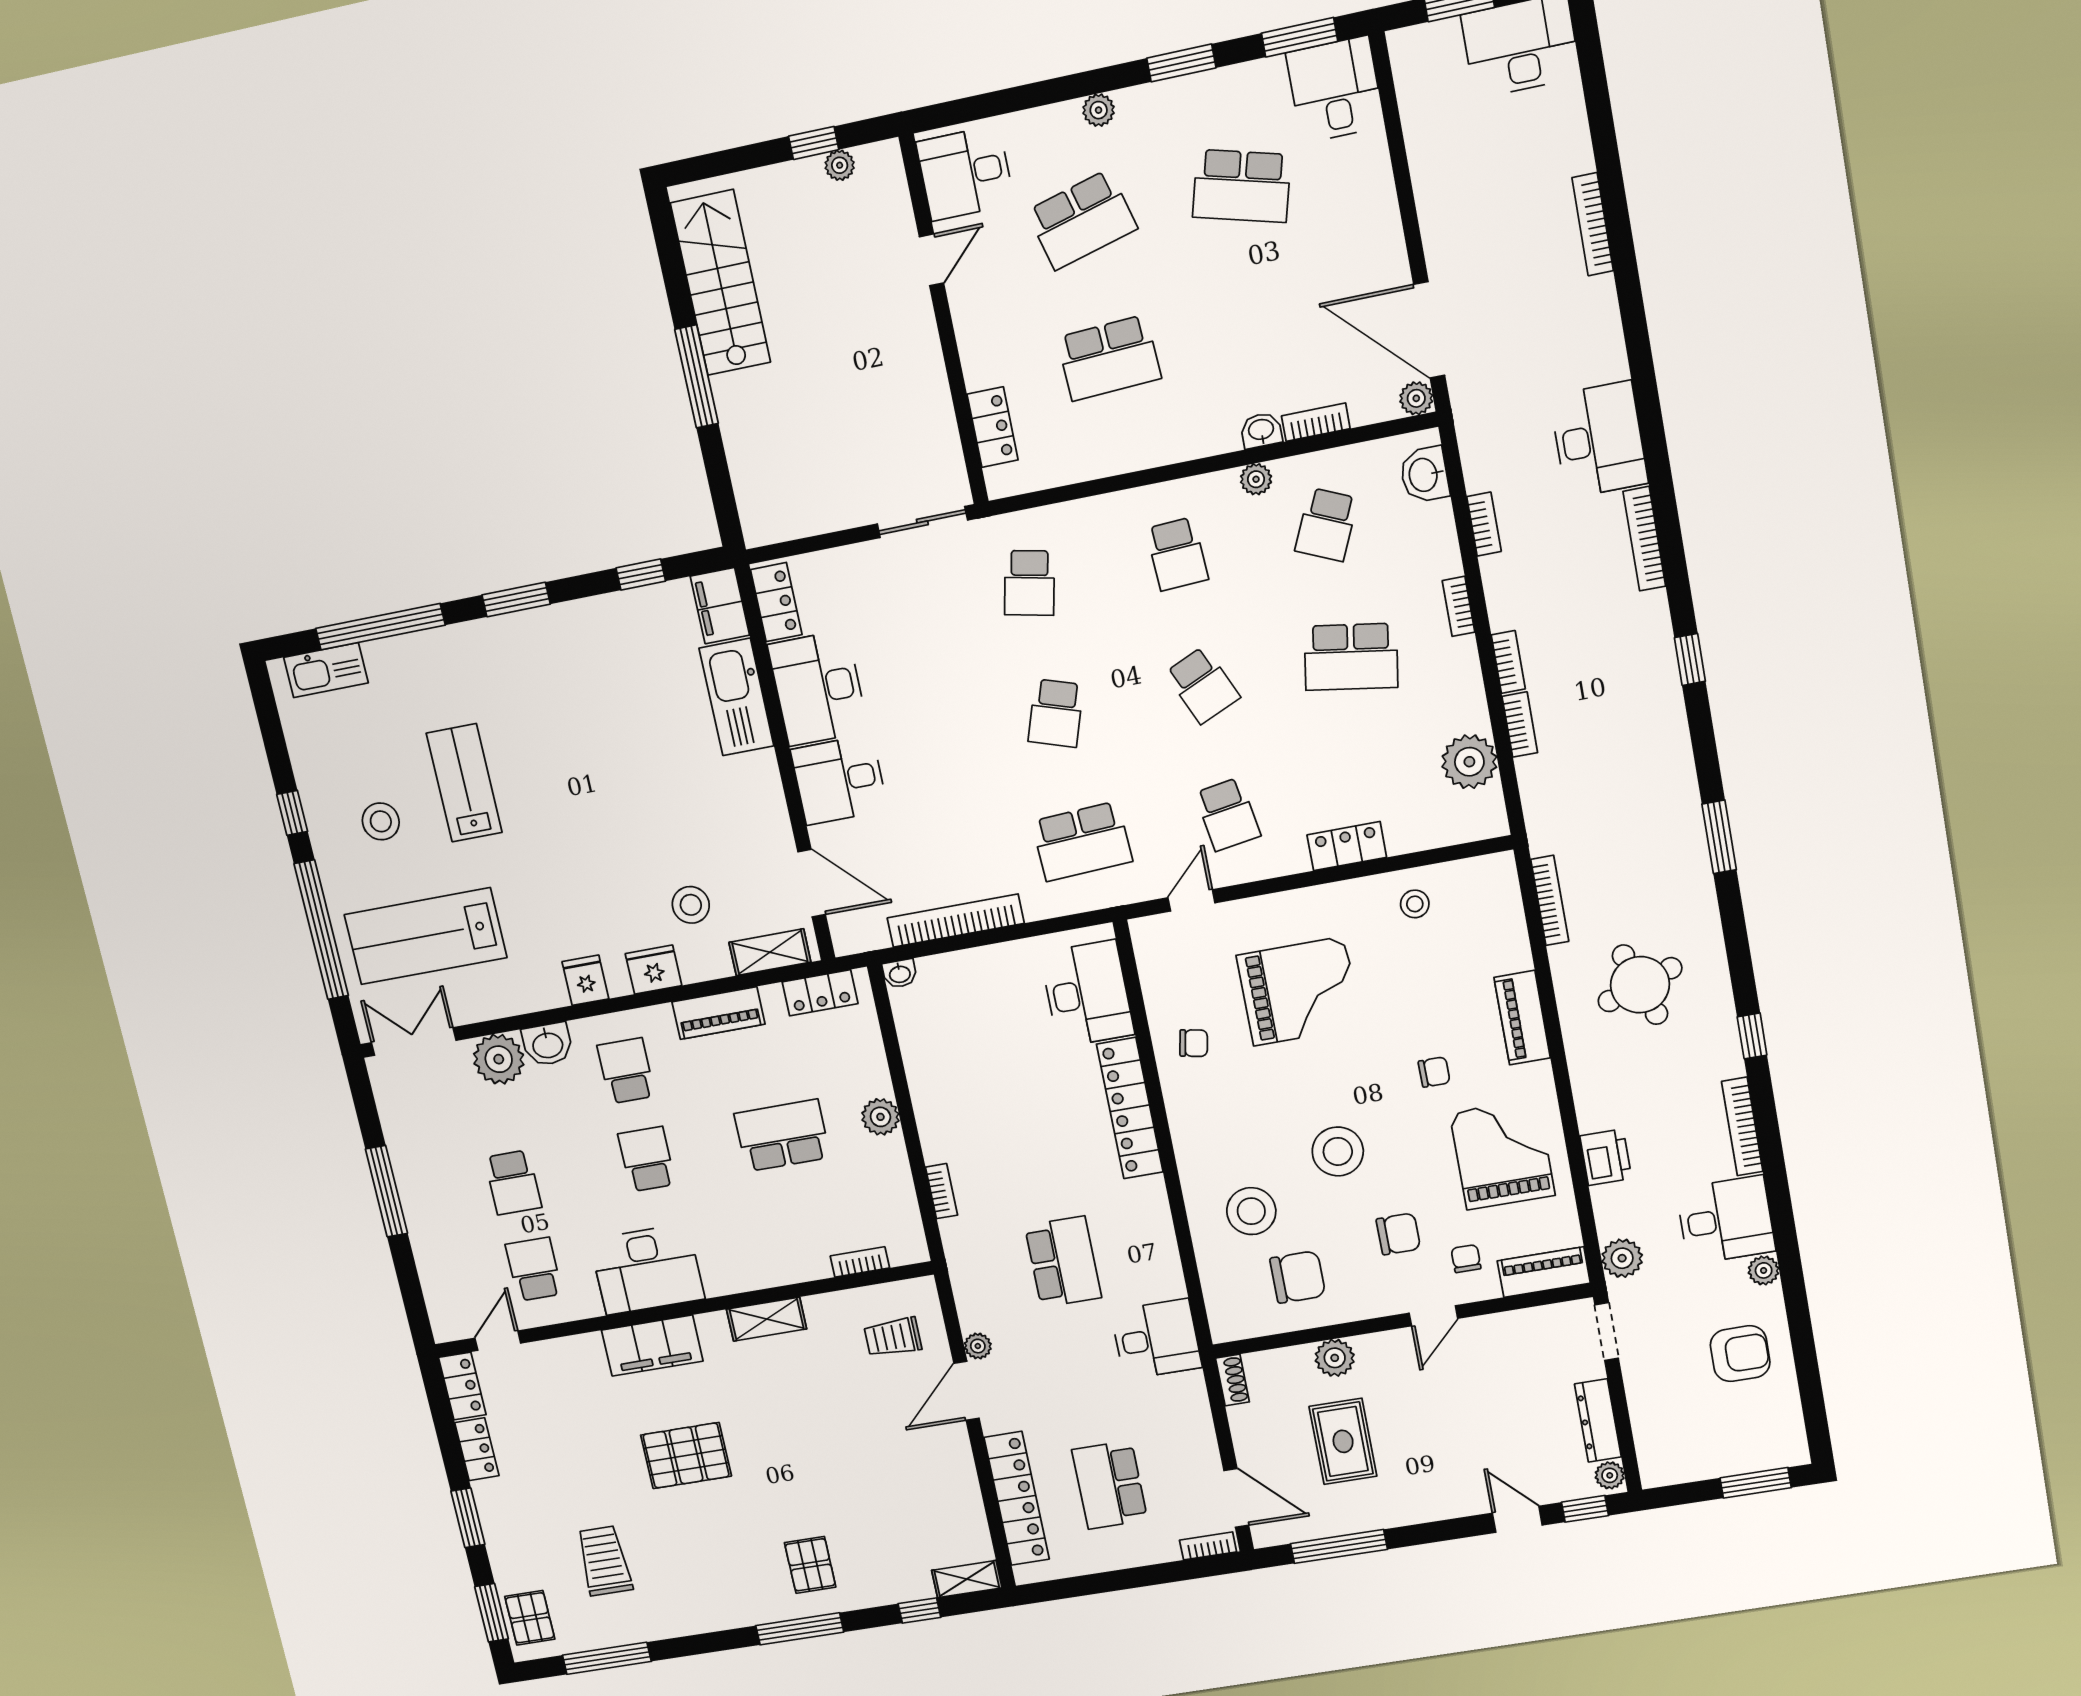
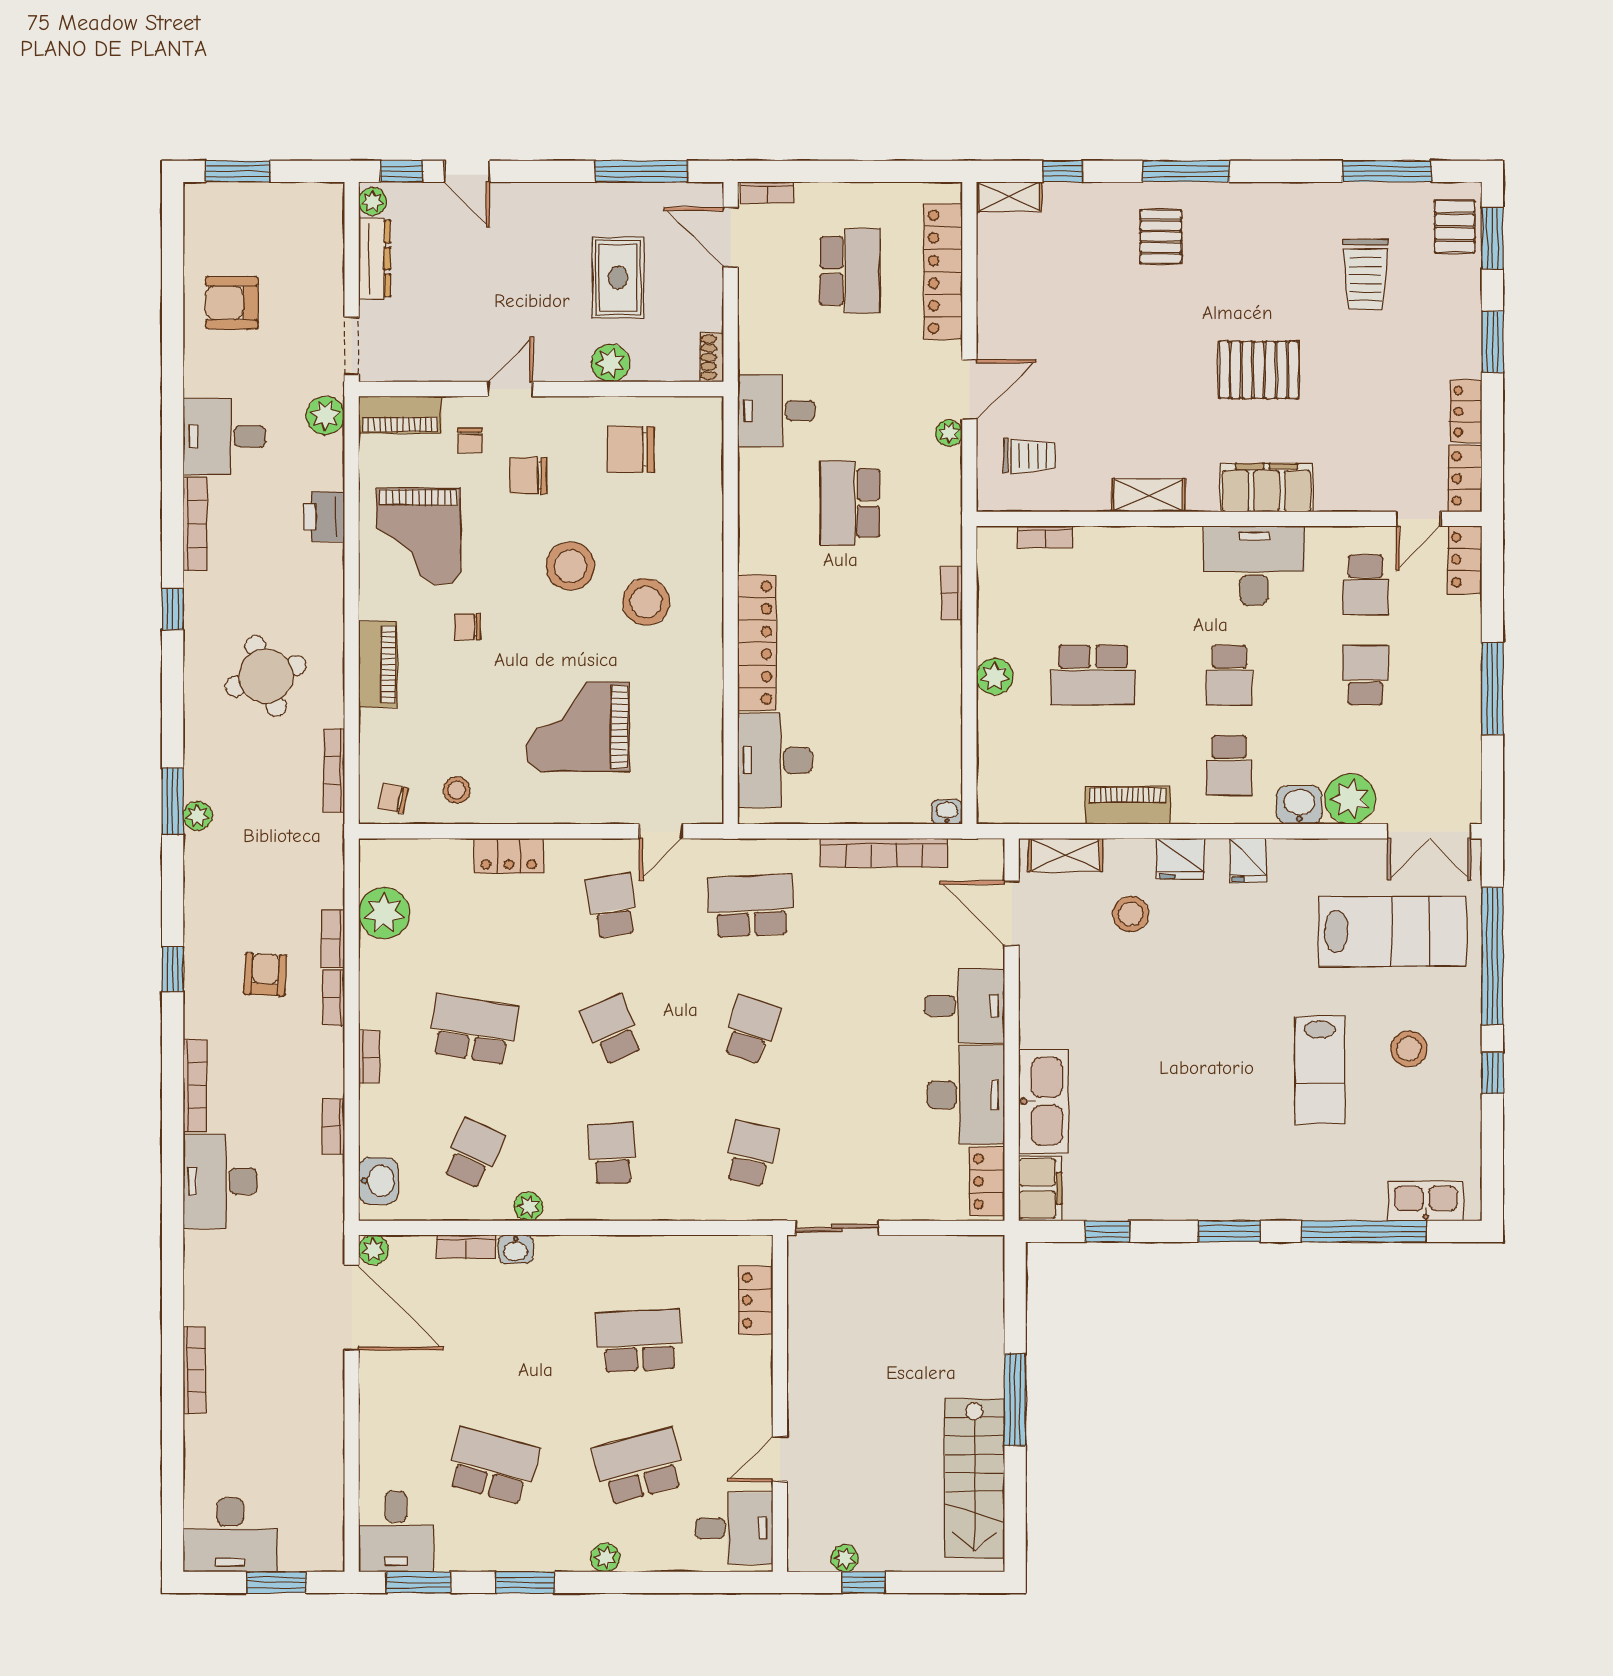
armchair: (1587, 673) -> (265, 975), added
locker: (820, 993) -> (1465, 560), moved, turned -90
chair: (1194, 1043) -> (393, 798), moved
stool: (1251, 1211) -> (646, 602), moved
plant: (1764, 1270) -> (198, 816), moved

